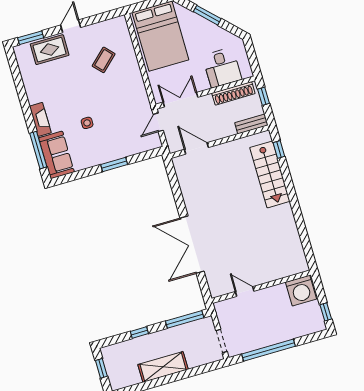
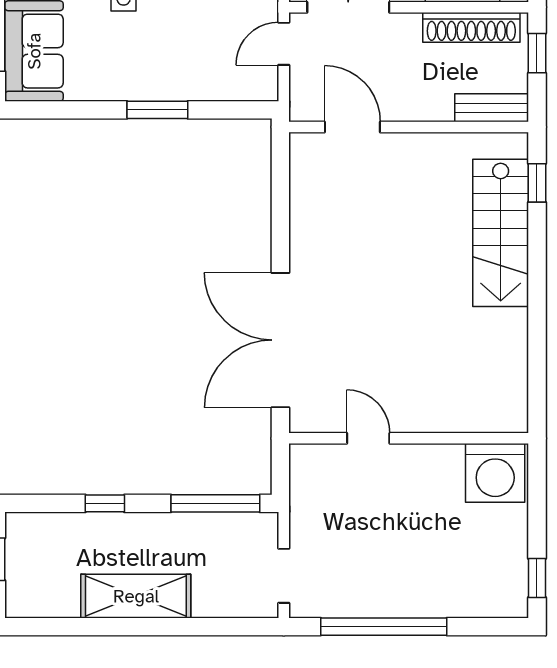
wall: (261, 287) -> (409, 438), moved
door: (245, 291) -> (368, 438), moved
washing machine: (301, 291) -> (495, 473), moved

